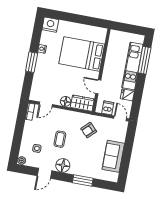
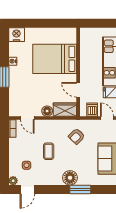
door: (46, 104) -> (27, 118), hinge flipped
floor lamp: (63, 165) -> (70, 178), moved
door: (44, 173) -> (27, 190), moved

